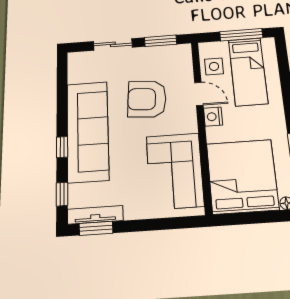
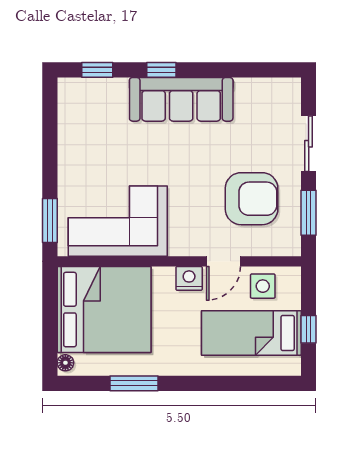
window: (241, 35) -> (309, 329), width x0.46
armchair: (147, 99) -> (252, 199), moved, turned 86
sofa: (88, 131) -> (181, 99), width x0.74, depth x0.79
tv unit: (95, 215) -> (67, 114), removed
window: (96, 228) -> (50, 220), moved

